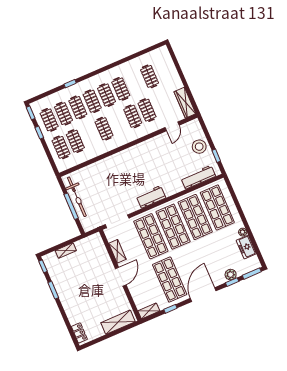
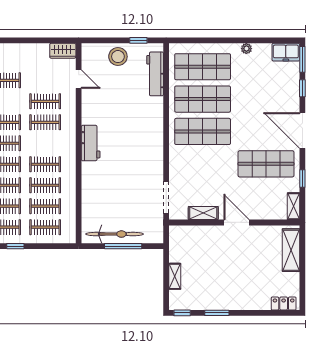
wardrobe: (185, 103) -> (63, 51), width x0.67
clothes rail: (90, 135) -> (45, 185), added
workbench: (151, 197) -> (91, 143), moved, turned 180
shop shelf: (151, 236) -> (203, 164), removed
freezer: (246, 247) -> (286, 52), moved
plant: (231, 275) -> (292, 86), removed

